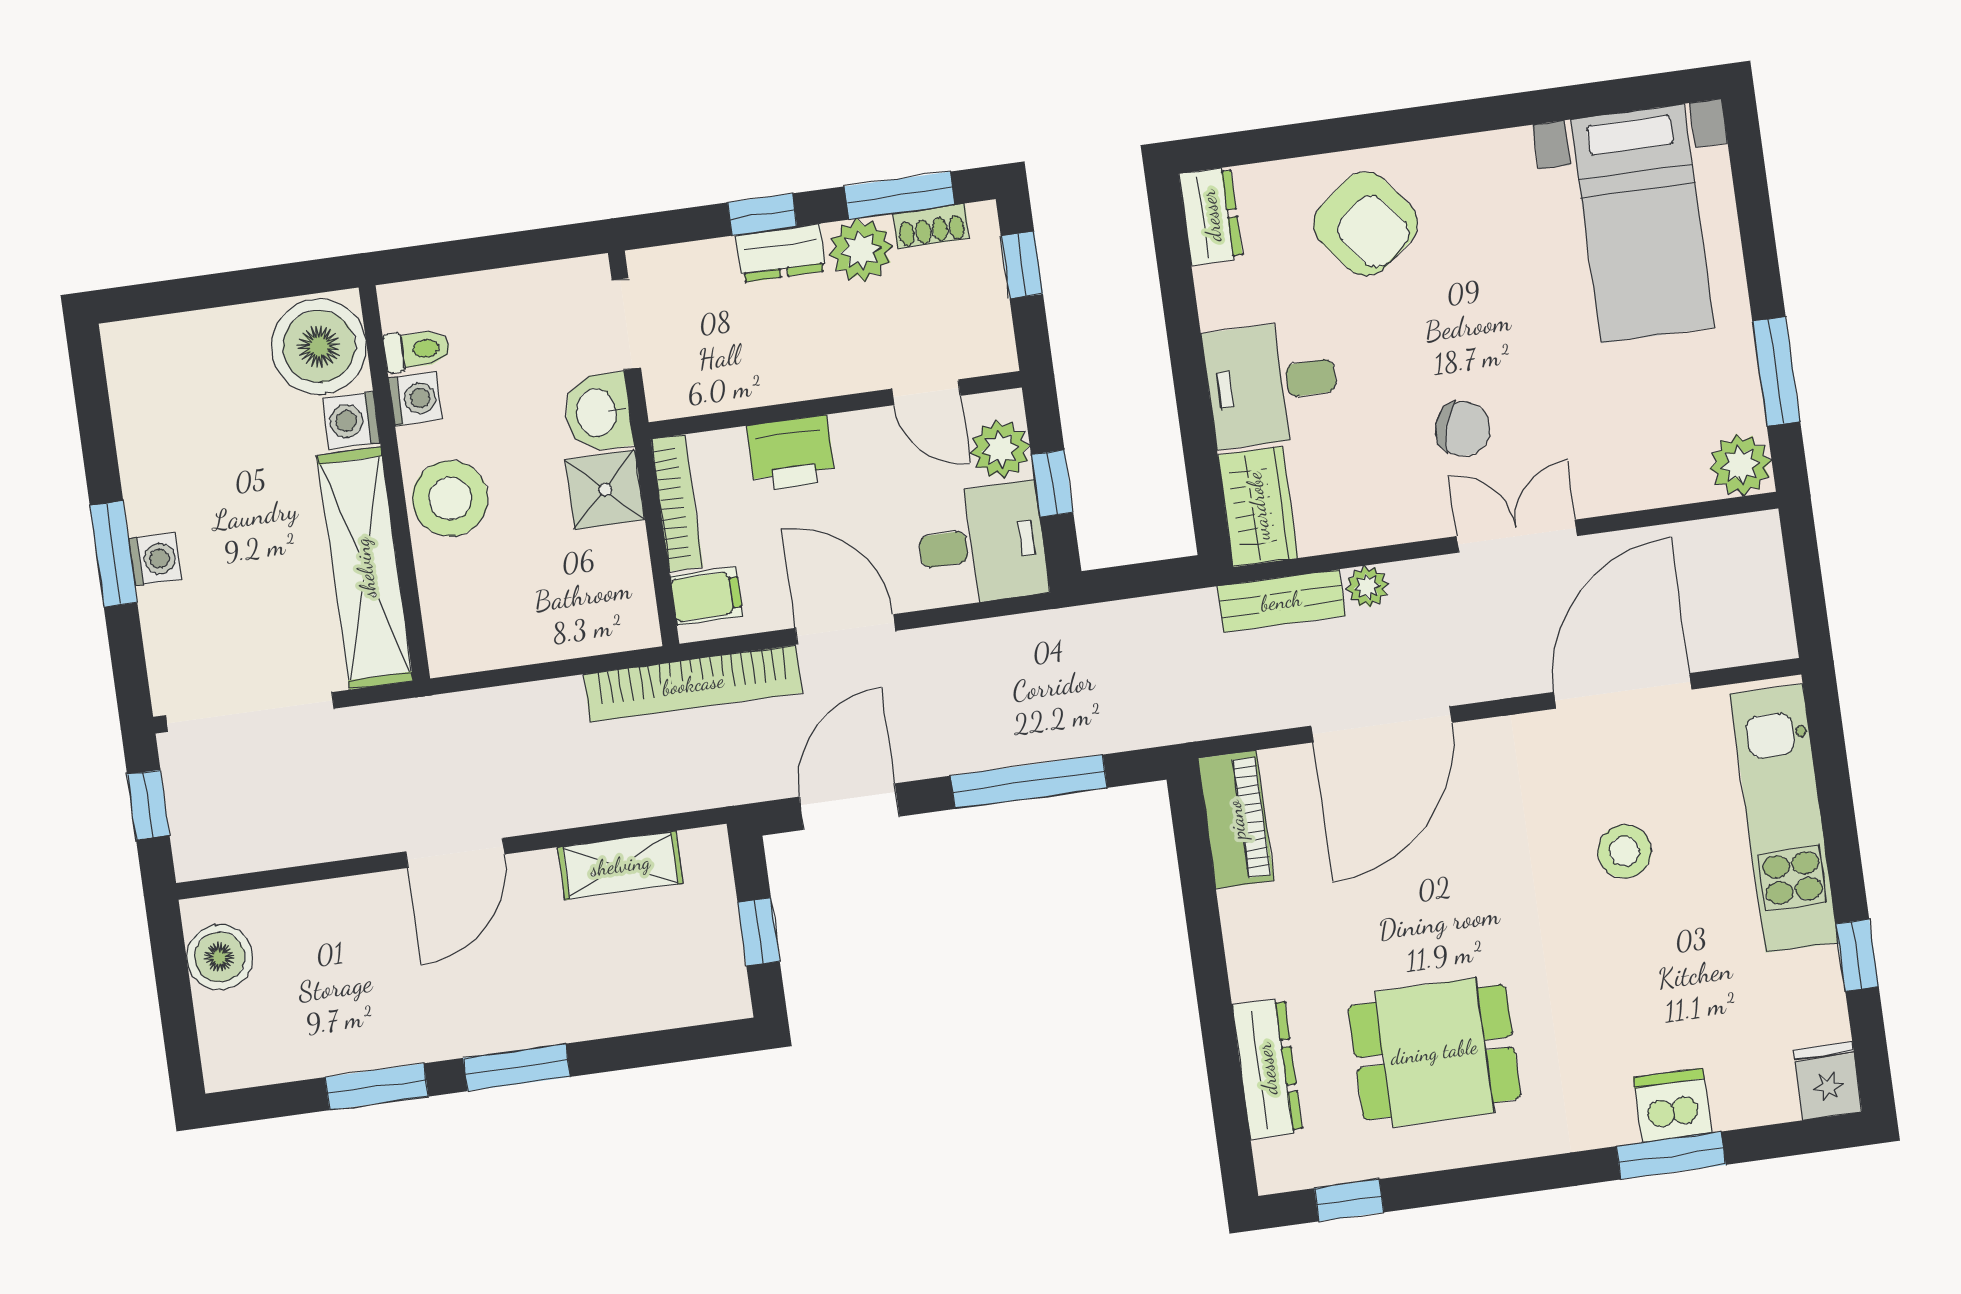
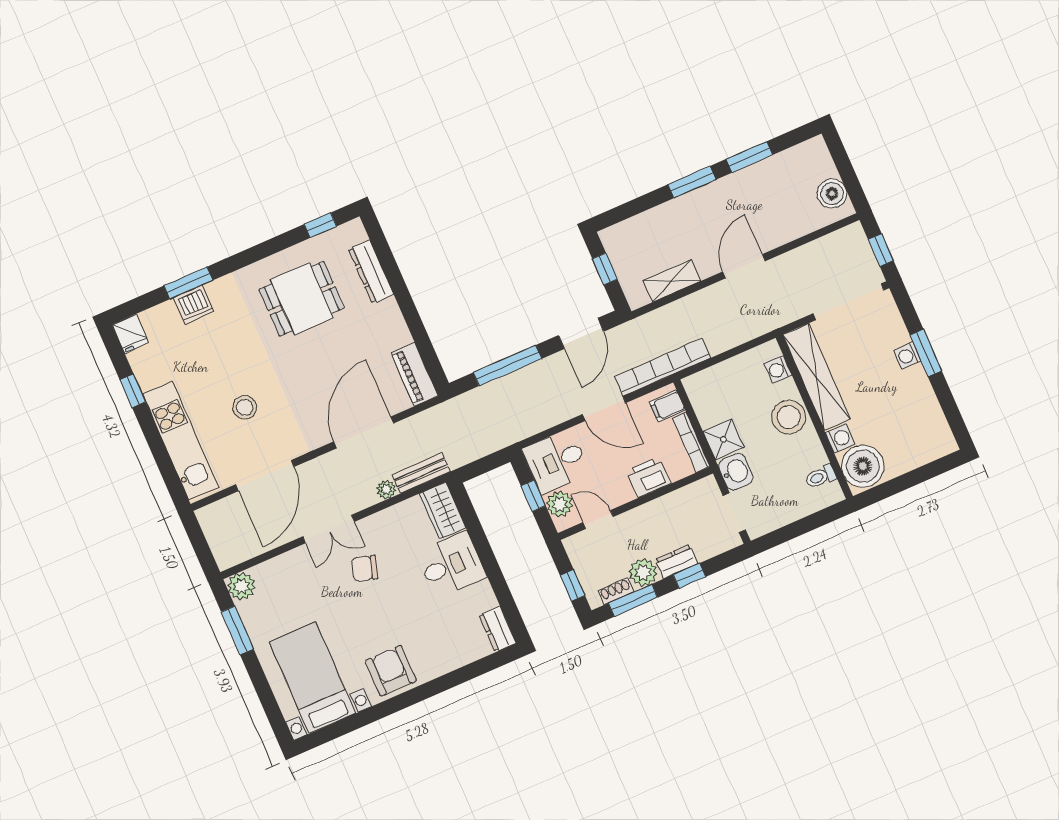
armchair: (1366, 224) -> (391, 671), moved, turned 38
washing machine: (415, 399) -> (778, 370), moved

